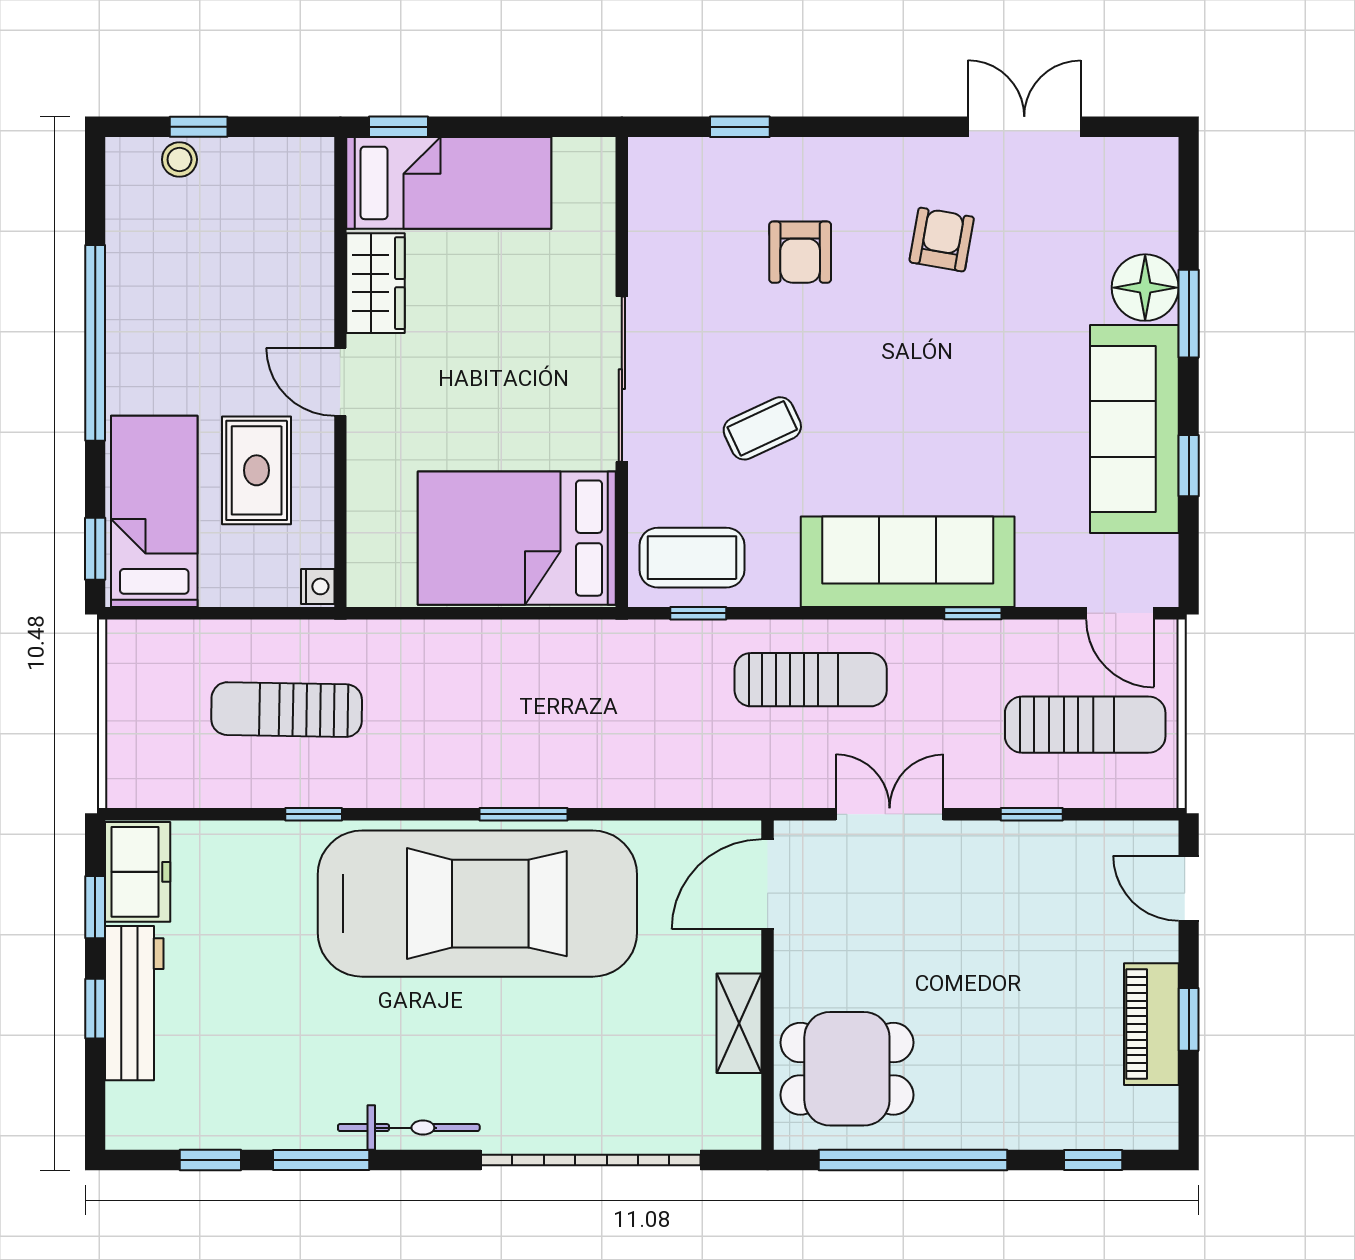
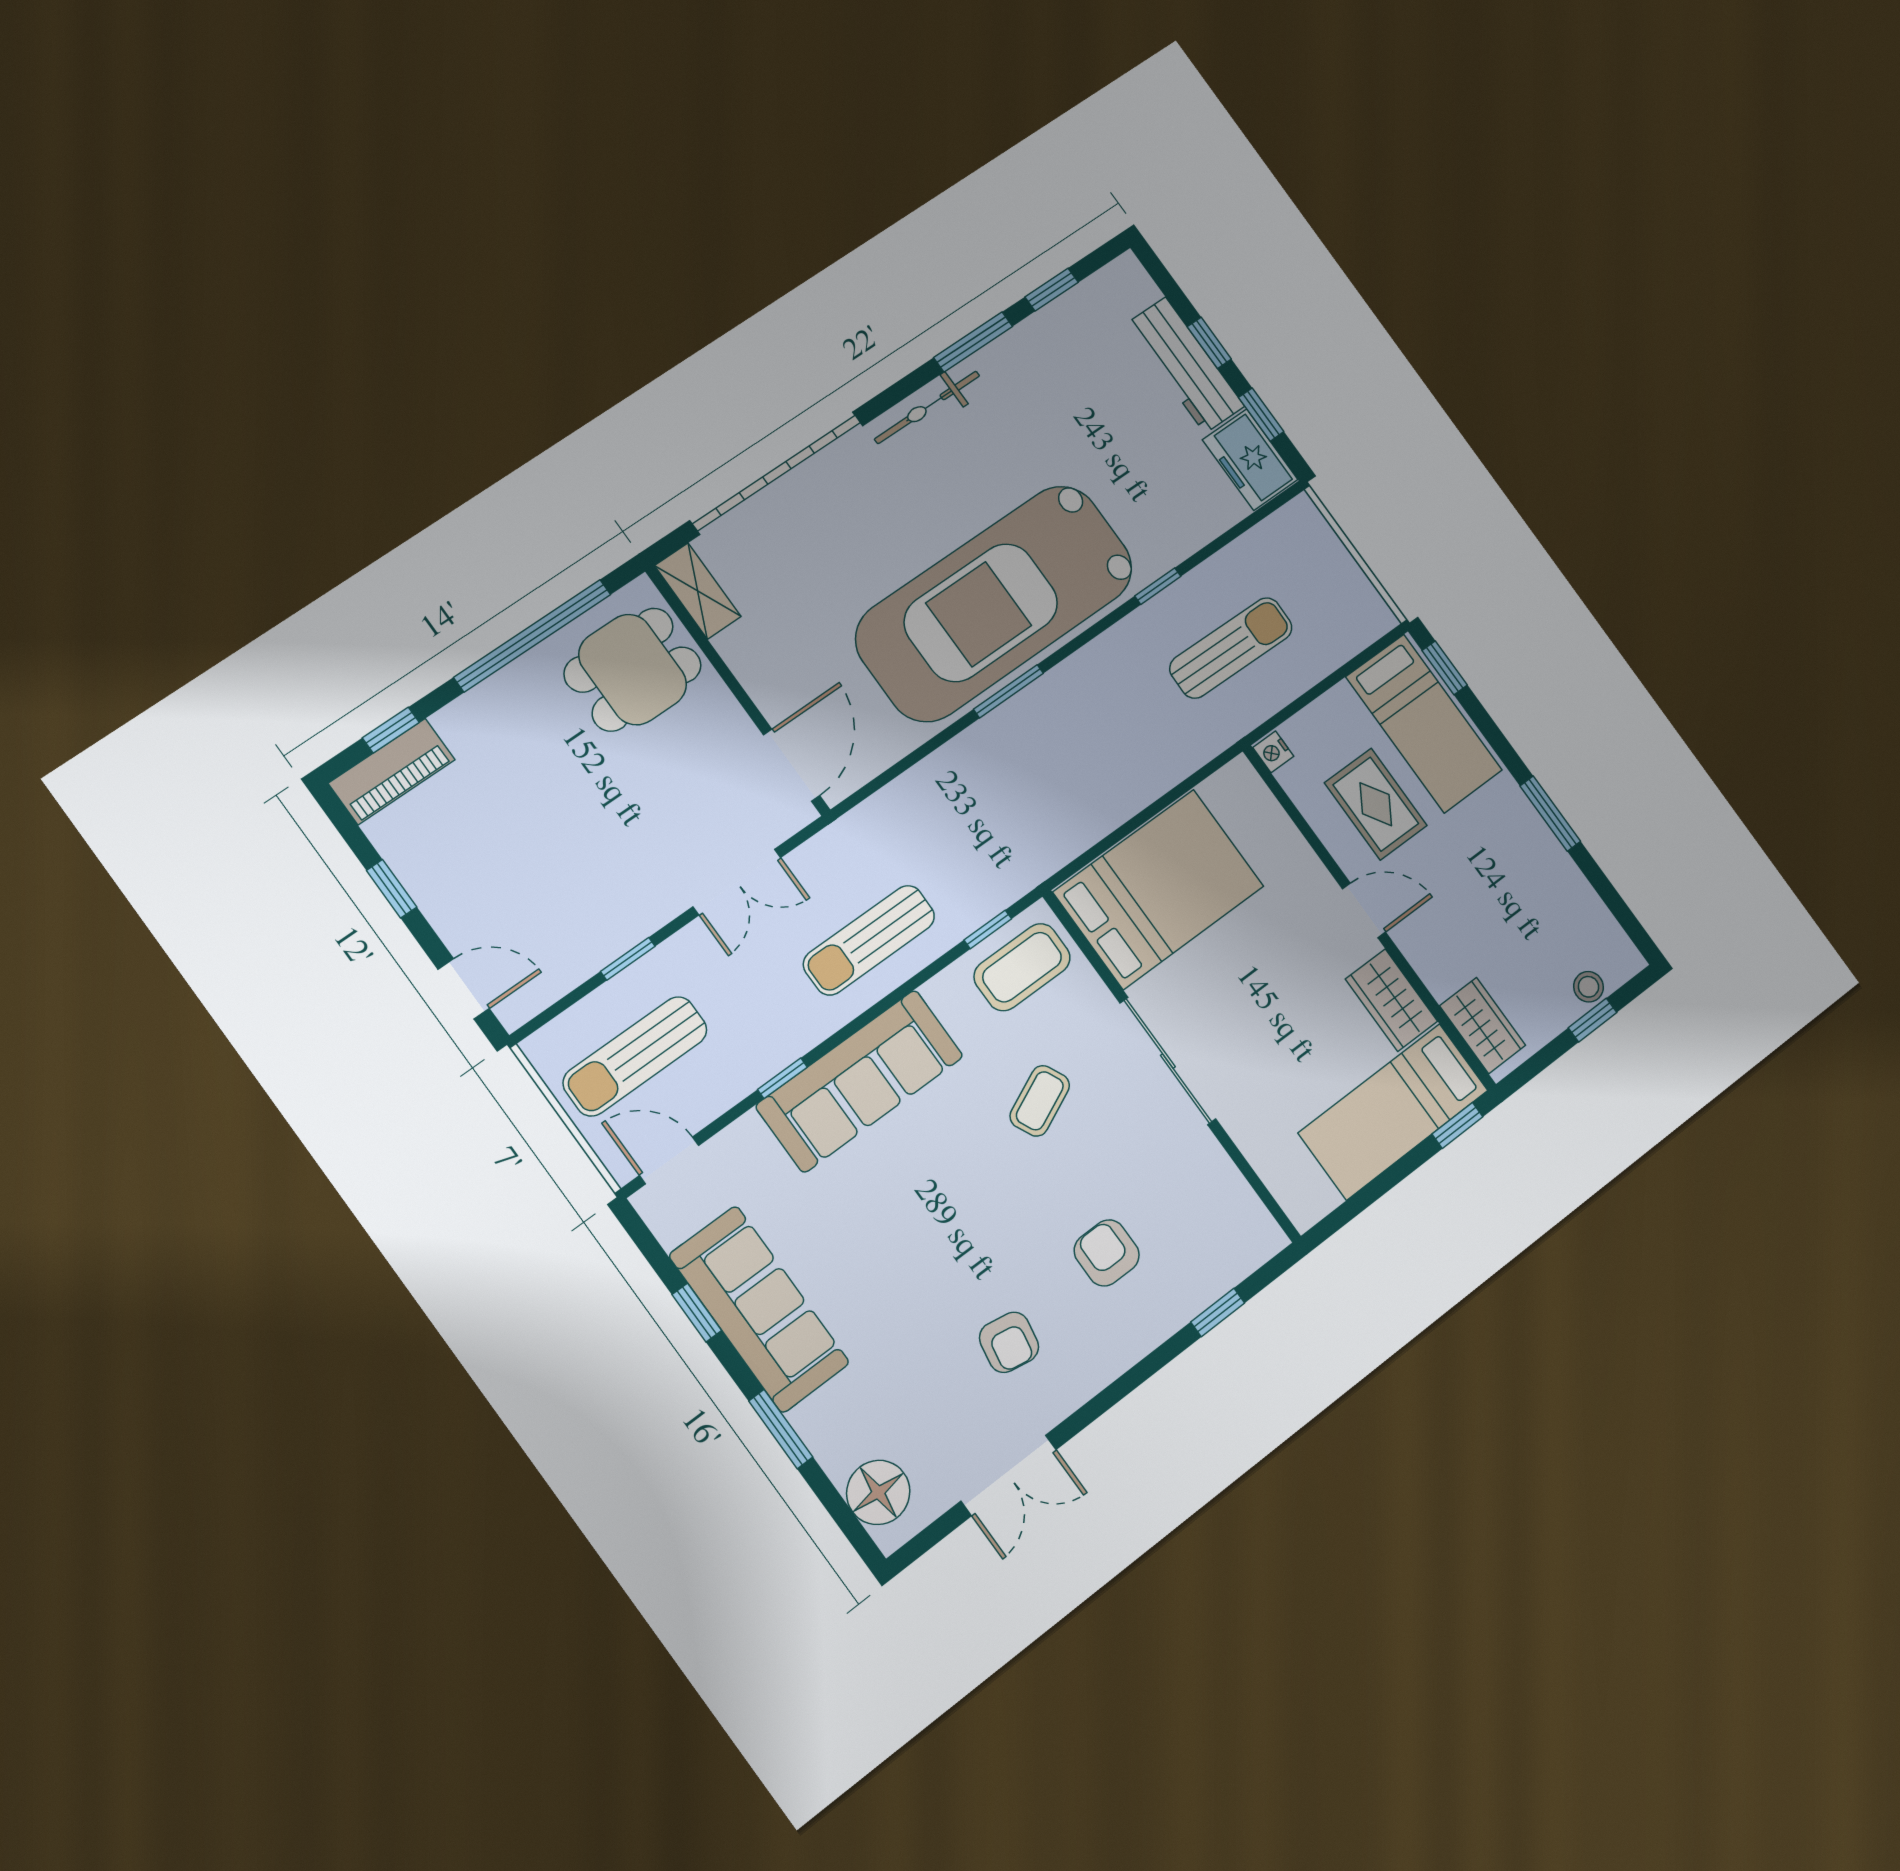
wardrobe: (307, 198) -> (1483, 1025), added
floor lamp: (1145, 288) -> (878, 1492), moved
window: (95, 343) -> (1550, 814), width x0.47
shelving: (739, 1023) -> (698, 591), moved
piano: (1151, 1024) -> (392, 771), moved, turned 90

